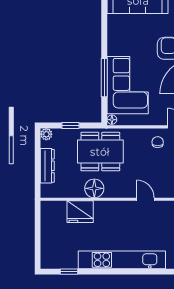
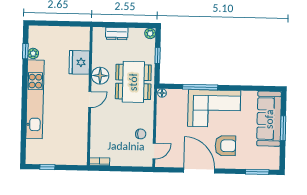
corner sofa: (128, 85) -> (214, 109), moved
dresser: (47, 166) -> (117, 34), width x0.70
door: (145, 199) -> (90, 99), moved
plant: (71, 263) -> (33, 53), added

